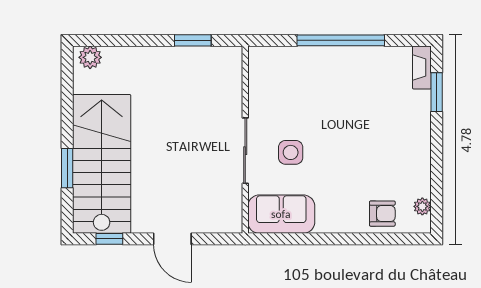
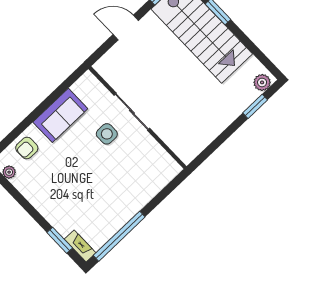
window: (193, 40) -> (255, 106), moved
window: (341, 40) -> (119, 236), moved
sofa: (281, 214) -> (60, 115), moved

